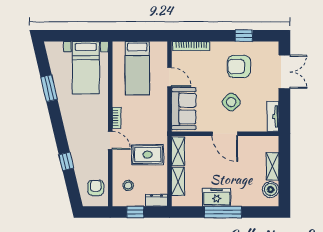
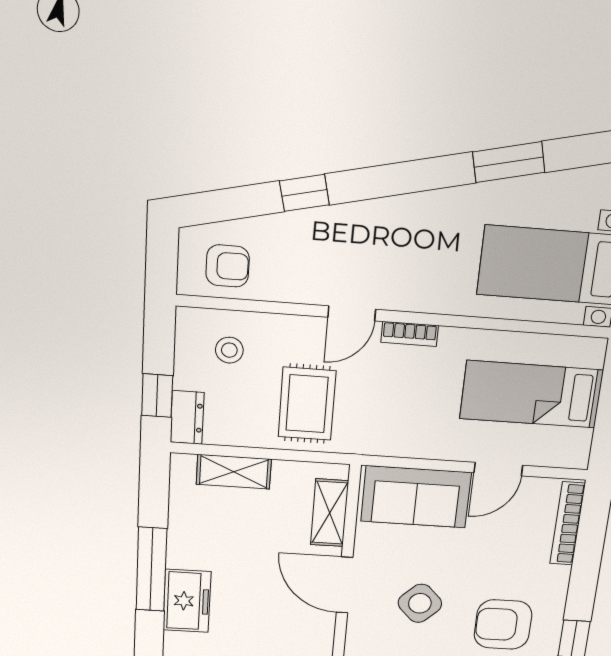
armchair: (239, 66) -> (503, 625), turned -90
door: (225, 134) -> (345, 585), hinge flipped
shelving: (178, 151) -> (330, 513), moved, turned 90
freezer: (217, 197) -> (187, 601), moved
window: (135, 212) -> (157, 396), moved

